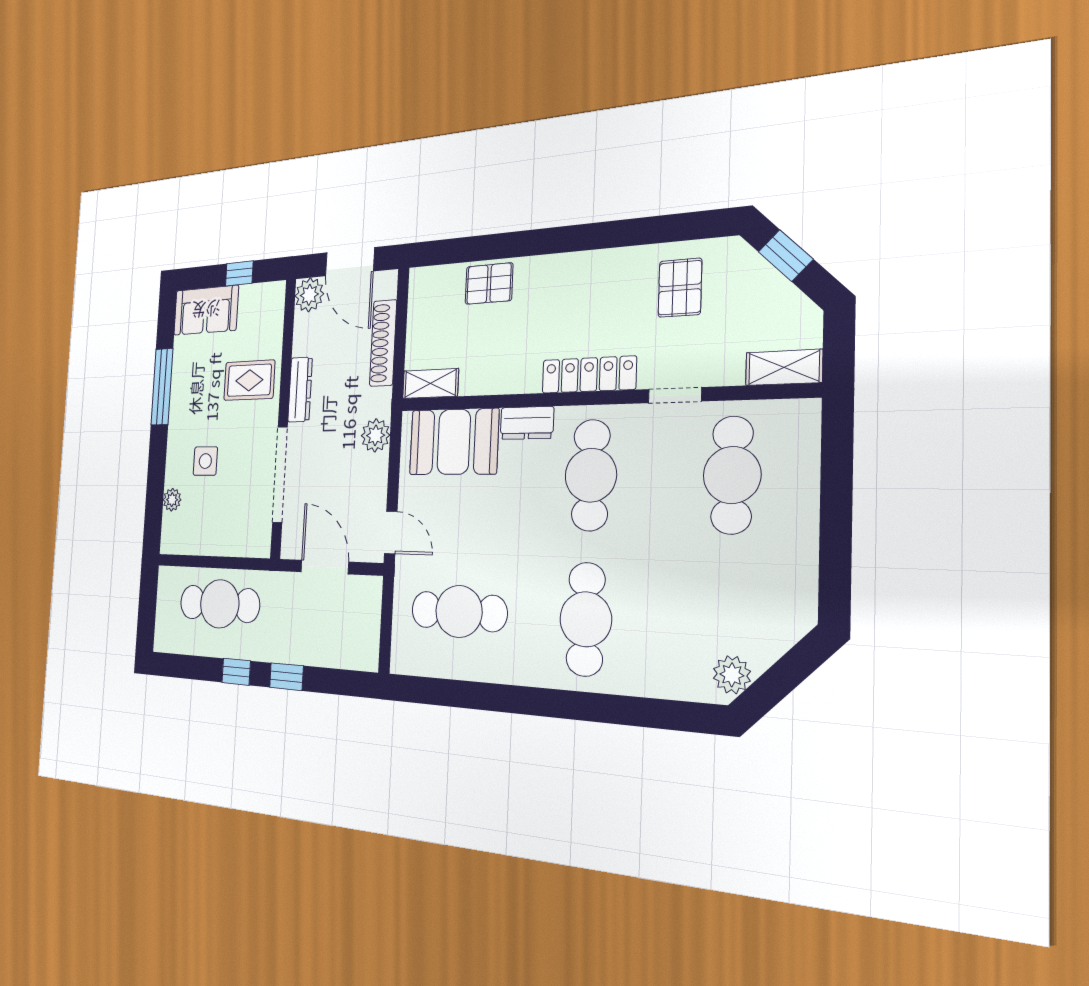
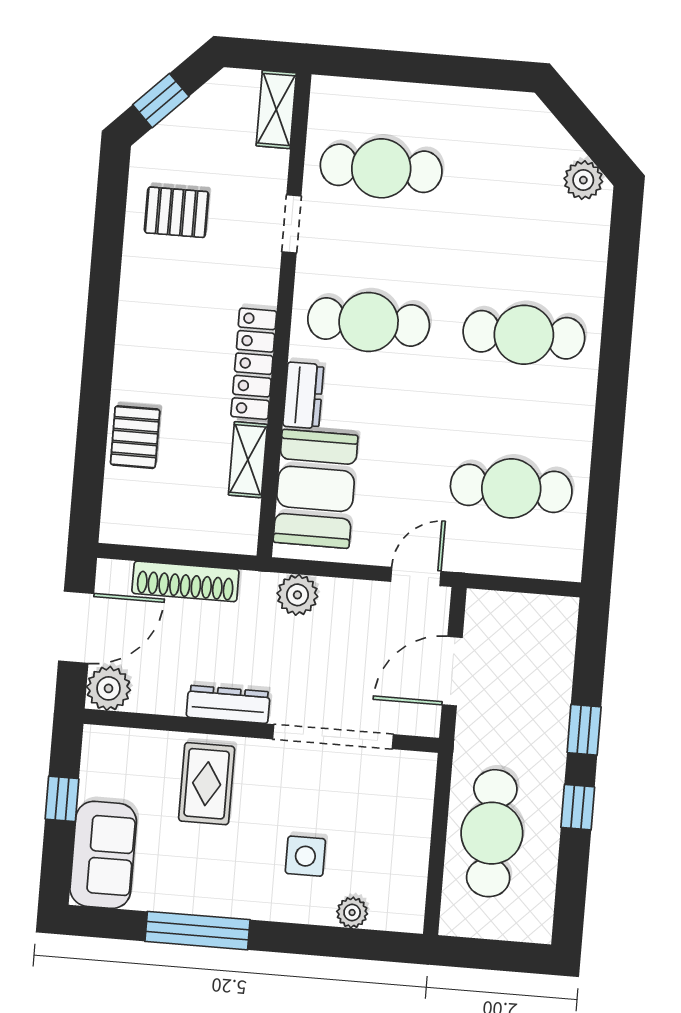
locker: (589, 375) -> (254, 364), moved
shelving: (430, 383) -> (248, 460), moved
cafe table: (459, 611) -> (511, 488), turned 90

